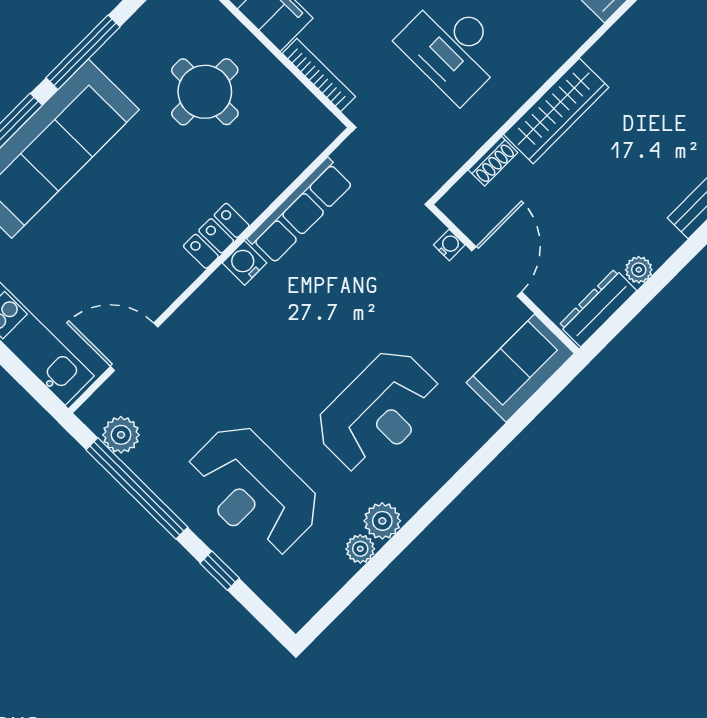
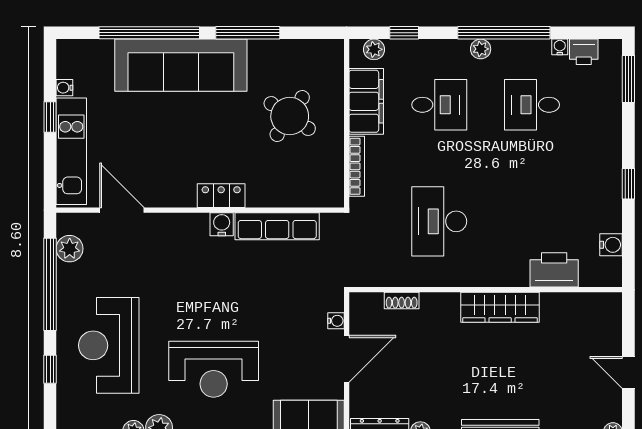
round table: (205, 92) -> (290, 116), turned 34
wardrobe: (556, 111) -> (500, 307), moved

